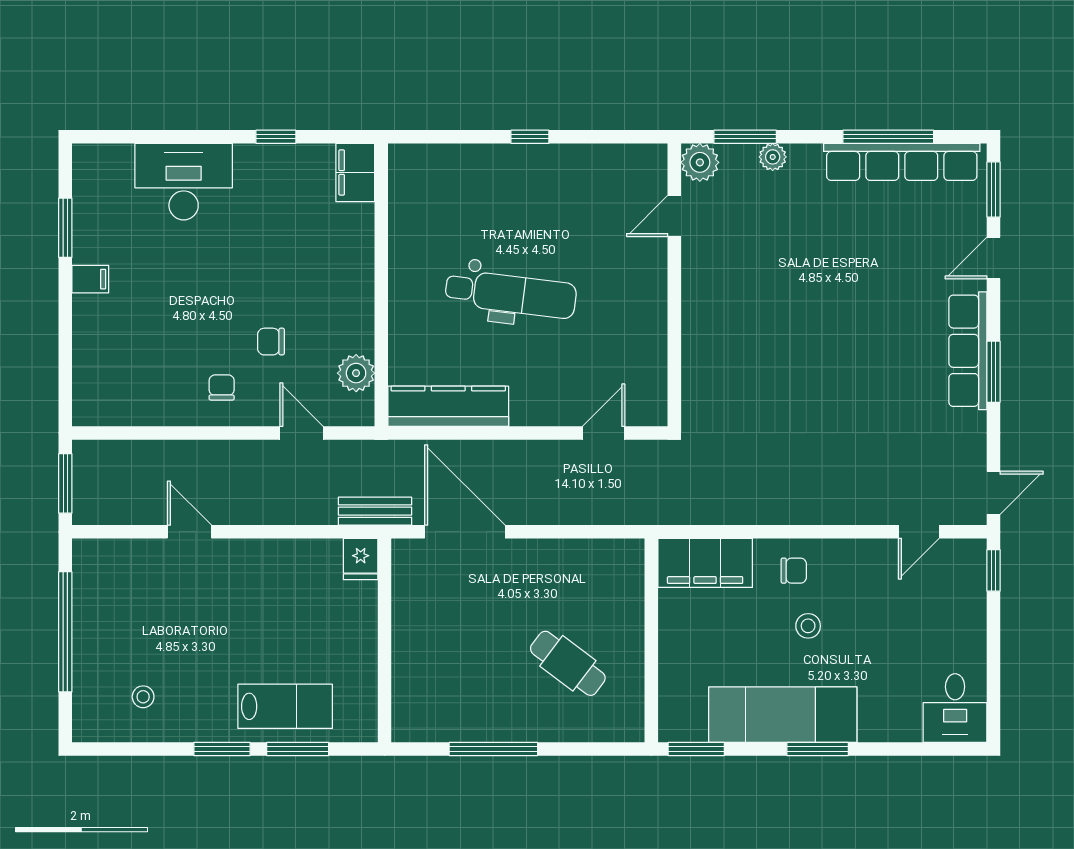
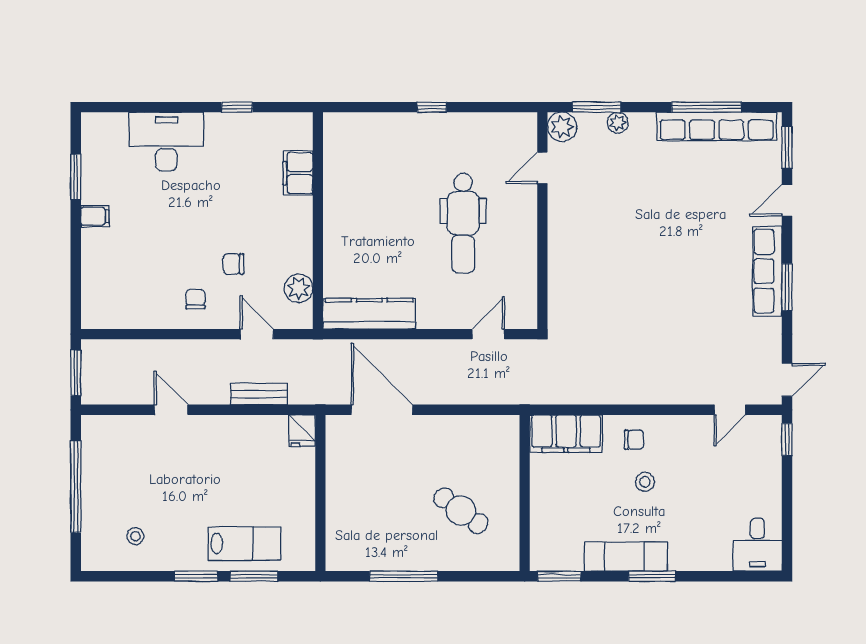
filing cabinet: (355, 172) -> (298, 173), moved
dental chair: (511, 294) -> (463, 223), moved, turned 83
bench: (375, 511) -> (259, 394), moved
exam couch: (783, 715) -> (626, 557), width x0.73, depth x0.69

